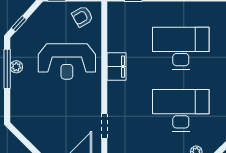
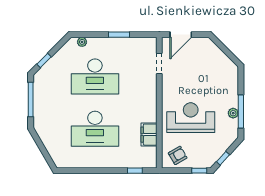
window: (19, 24) -> (223, 158), moved
filing cabinet: (116, 67) -> (149, 135), moved

